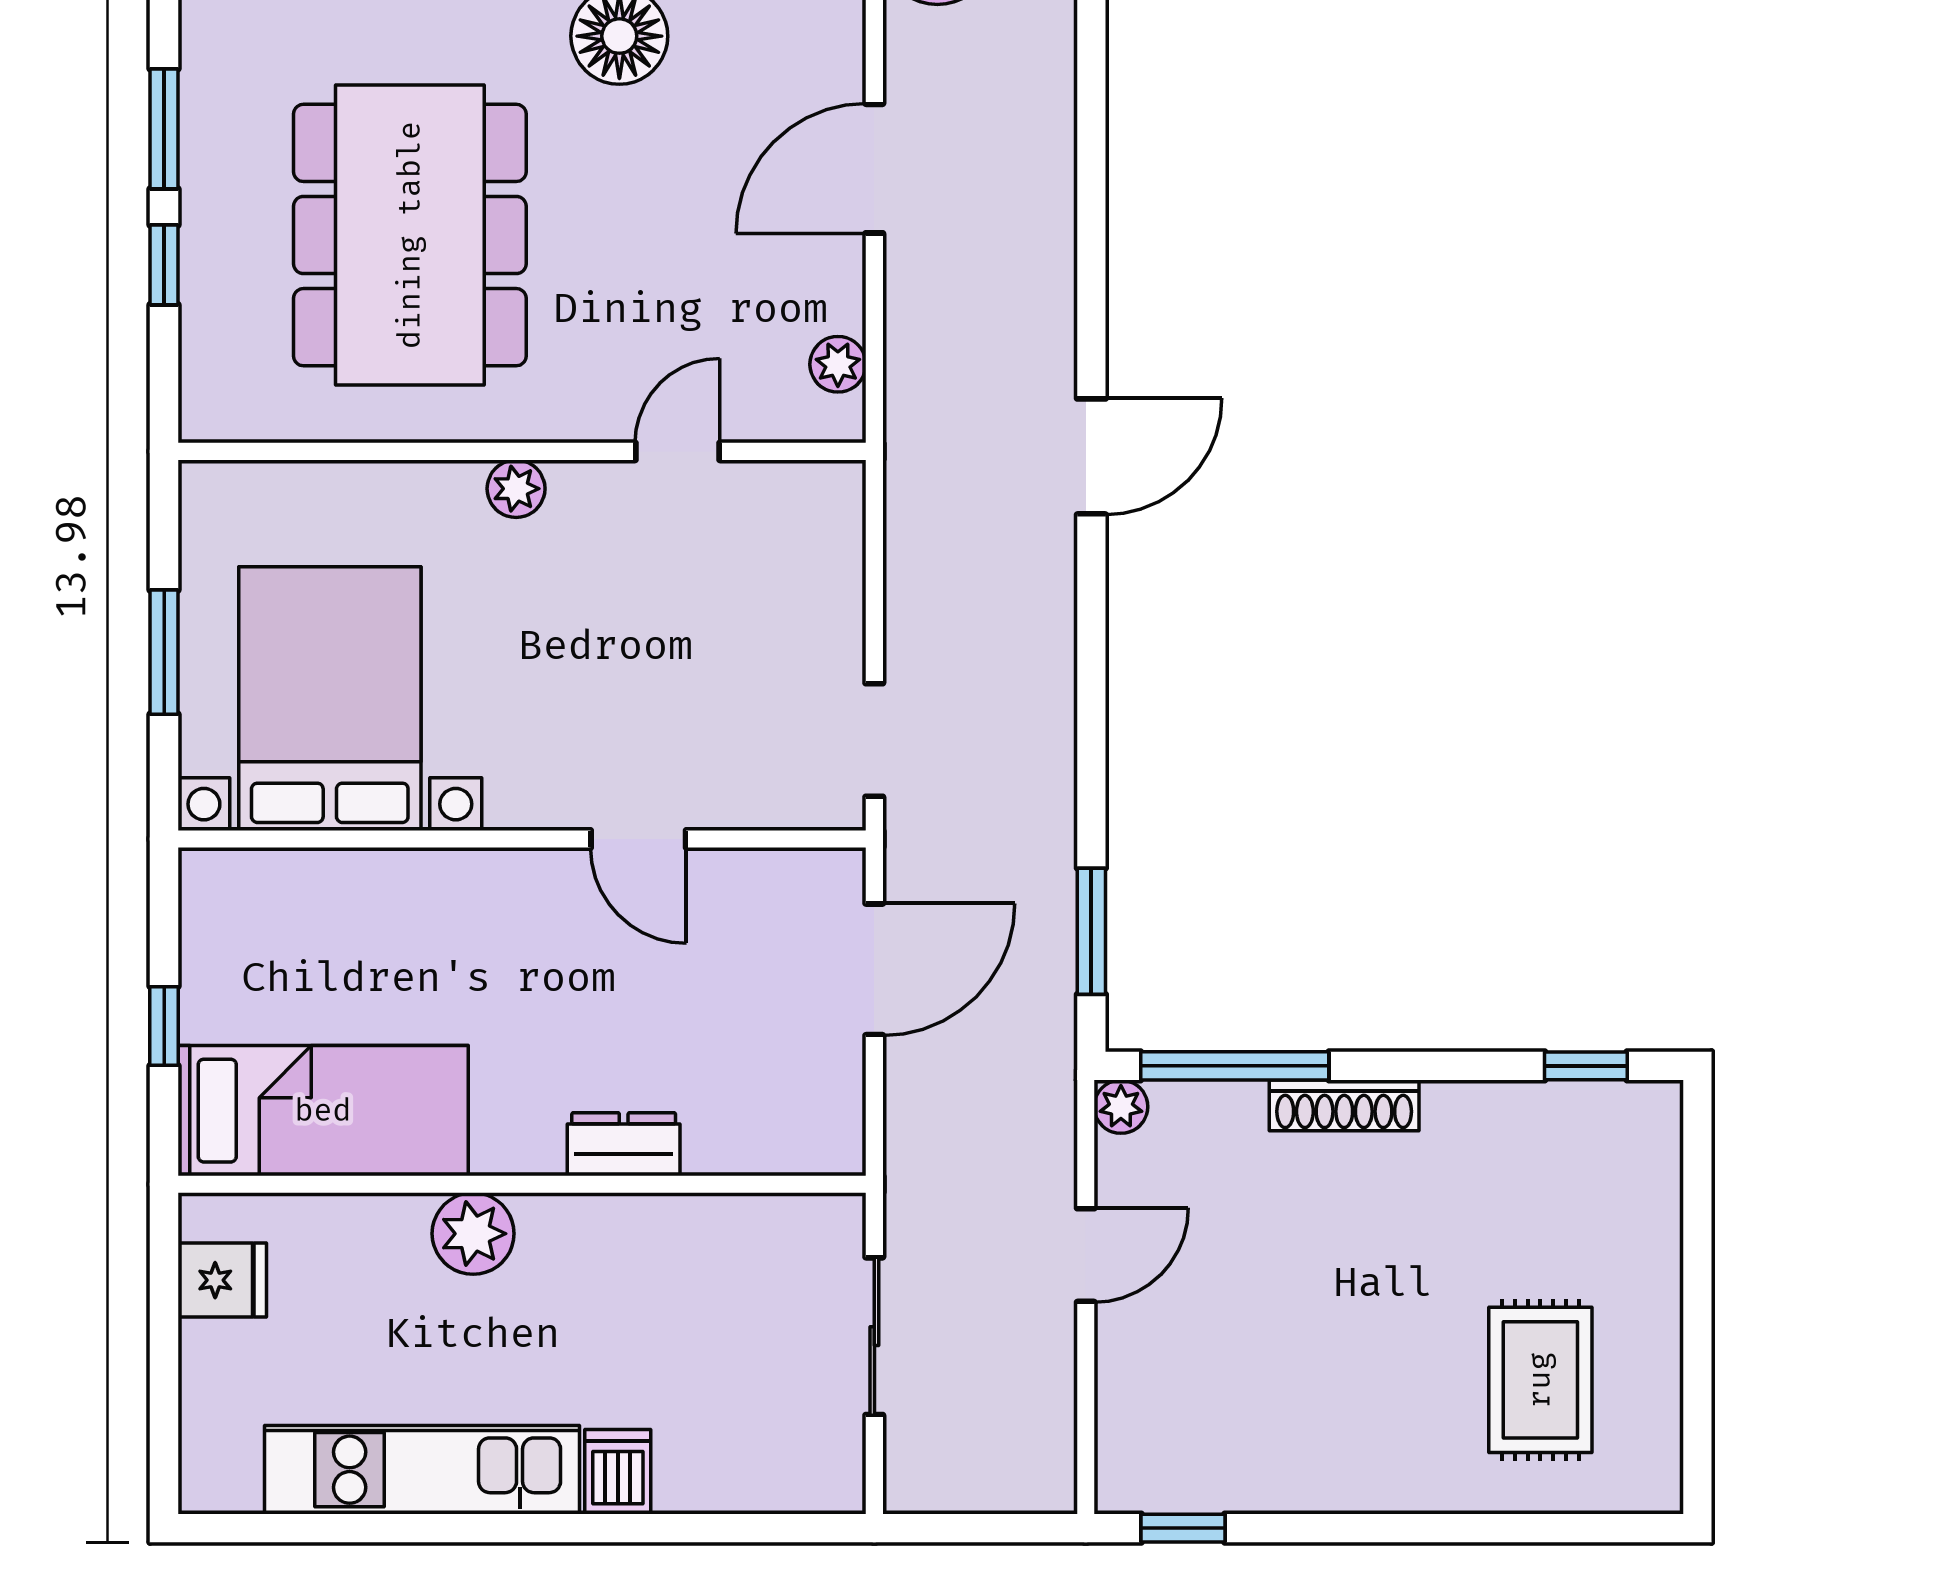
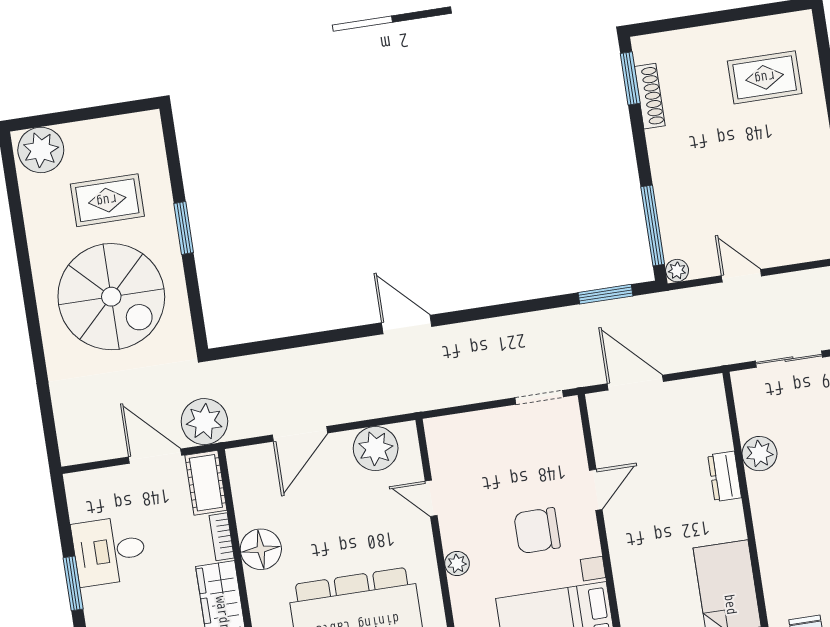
door: (874, 169) -> (300, 434), hinge flipped
plant: (838, 364) -> (376, 448), width x1.87, depth x1.87
chair: (564, 687) -> (537, 531), added
window: (1586, 1066) -> (630, 78), width x1.50
shoe rack: (1344, 1105) -> (650, 96), moved
plant: (473, 1234) -> (759, 454), moved

